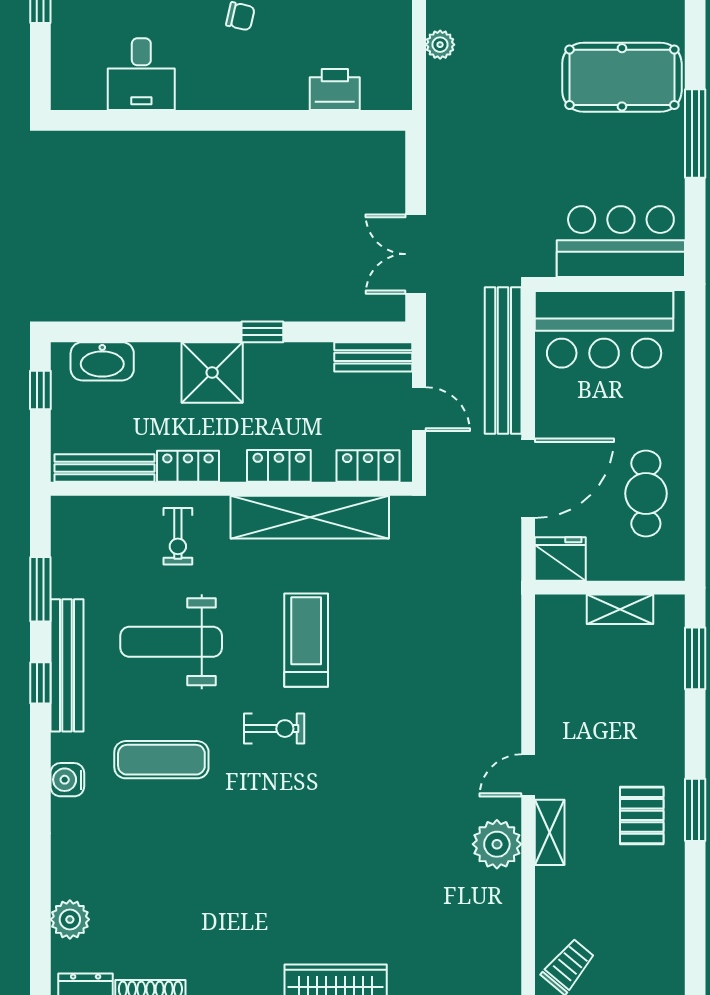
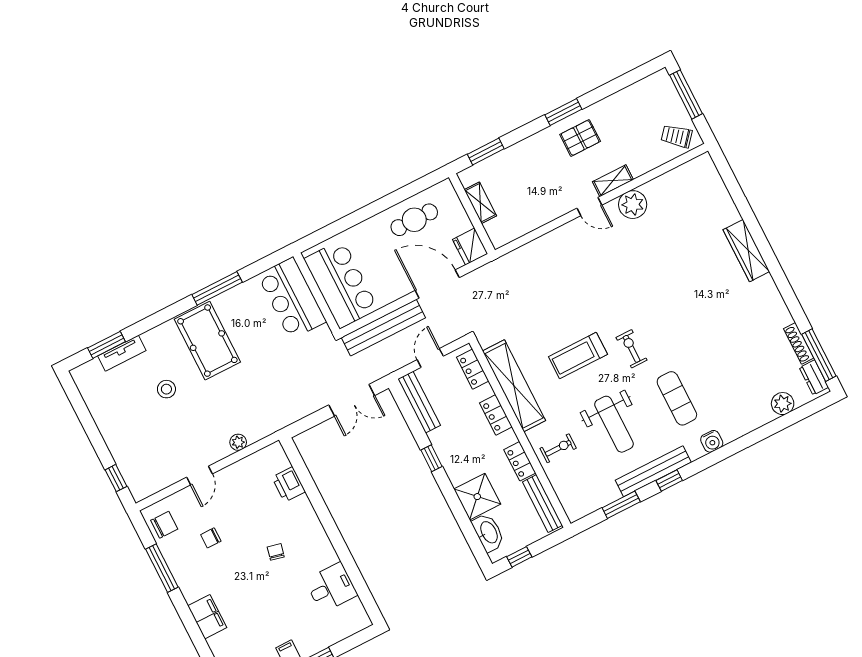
bench: (373, 357) -> (419, 402), width x1.36
shower: (212, 372) -> (477, 497), moved

